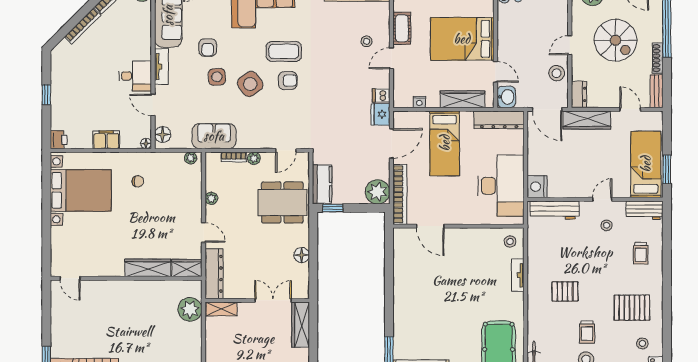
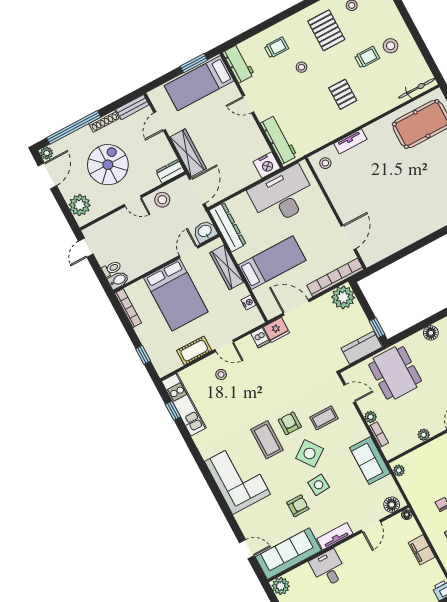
desk: (135, 76) -> (328, 568), moved
coffee table: (276, 115) -> (324, 418), added
stool: (607, 225) -> (301, 67), moved

